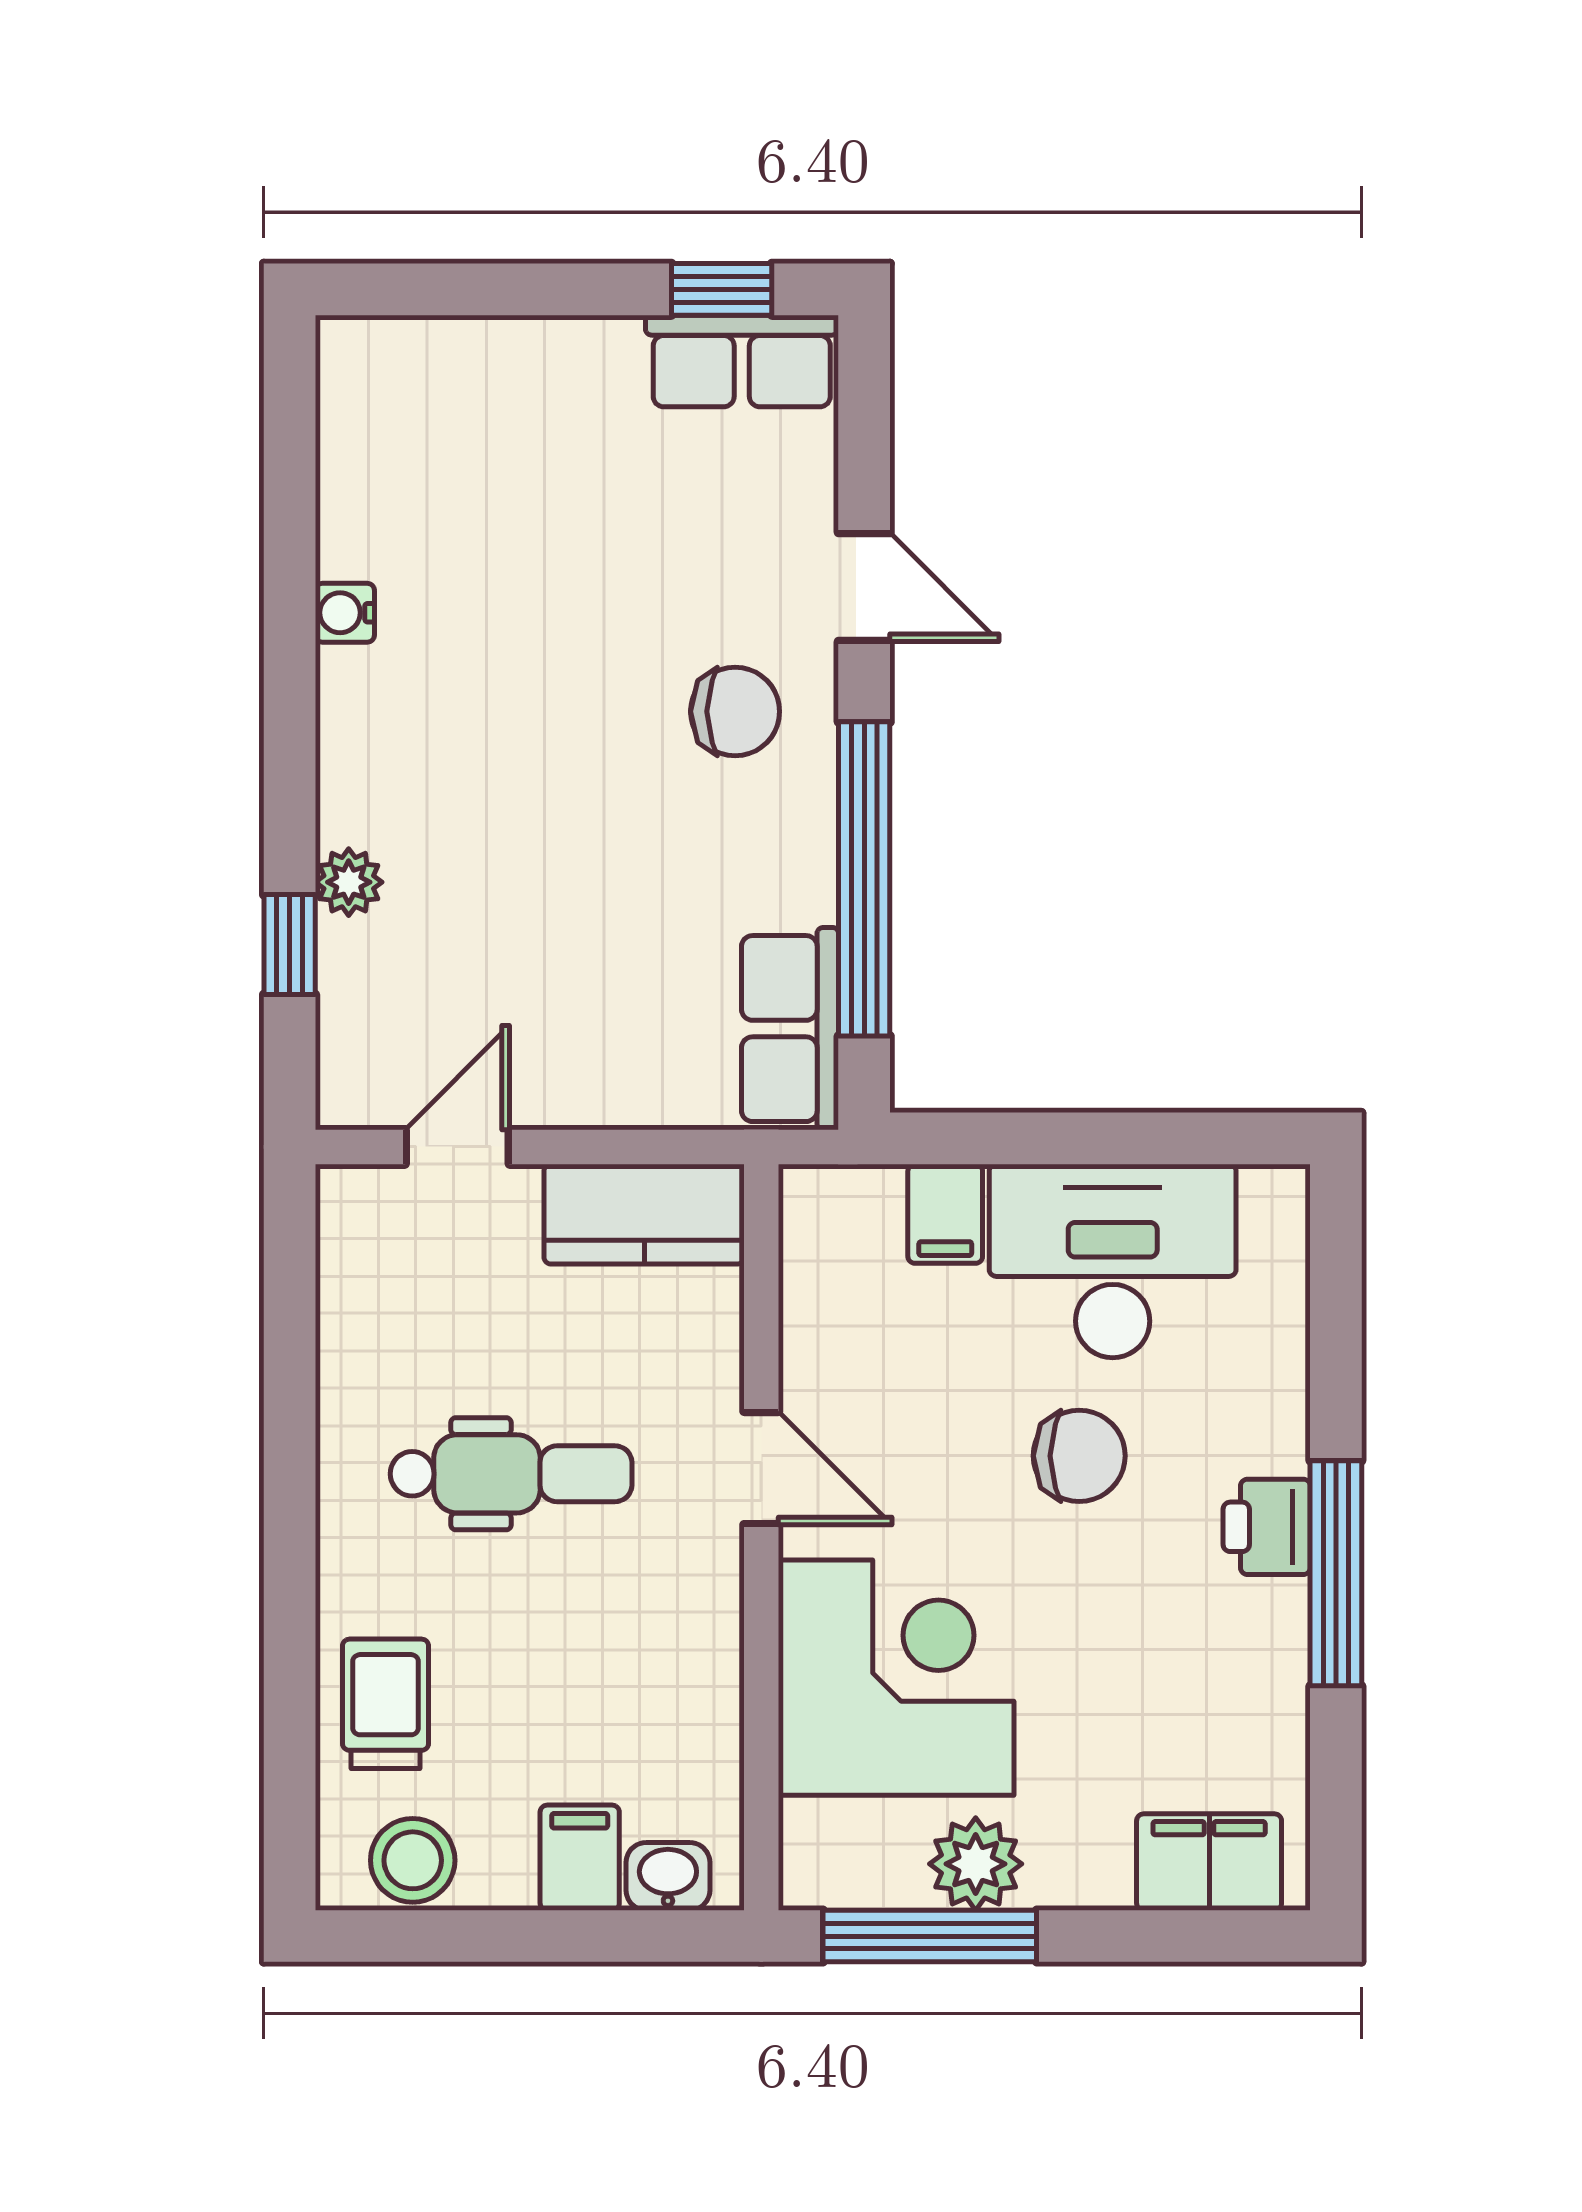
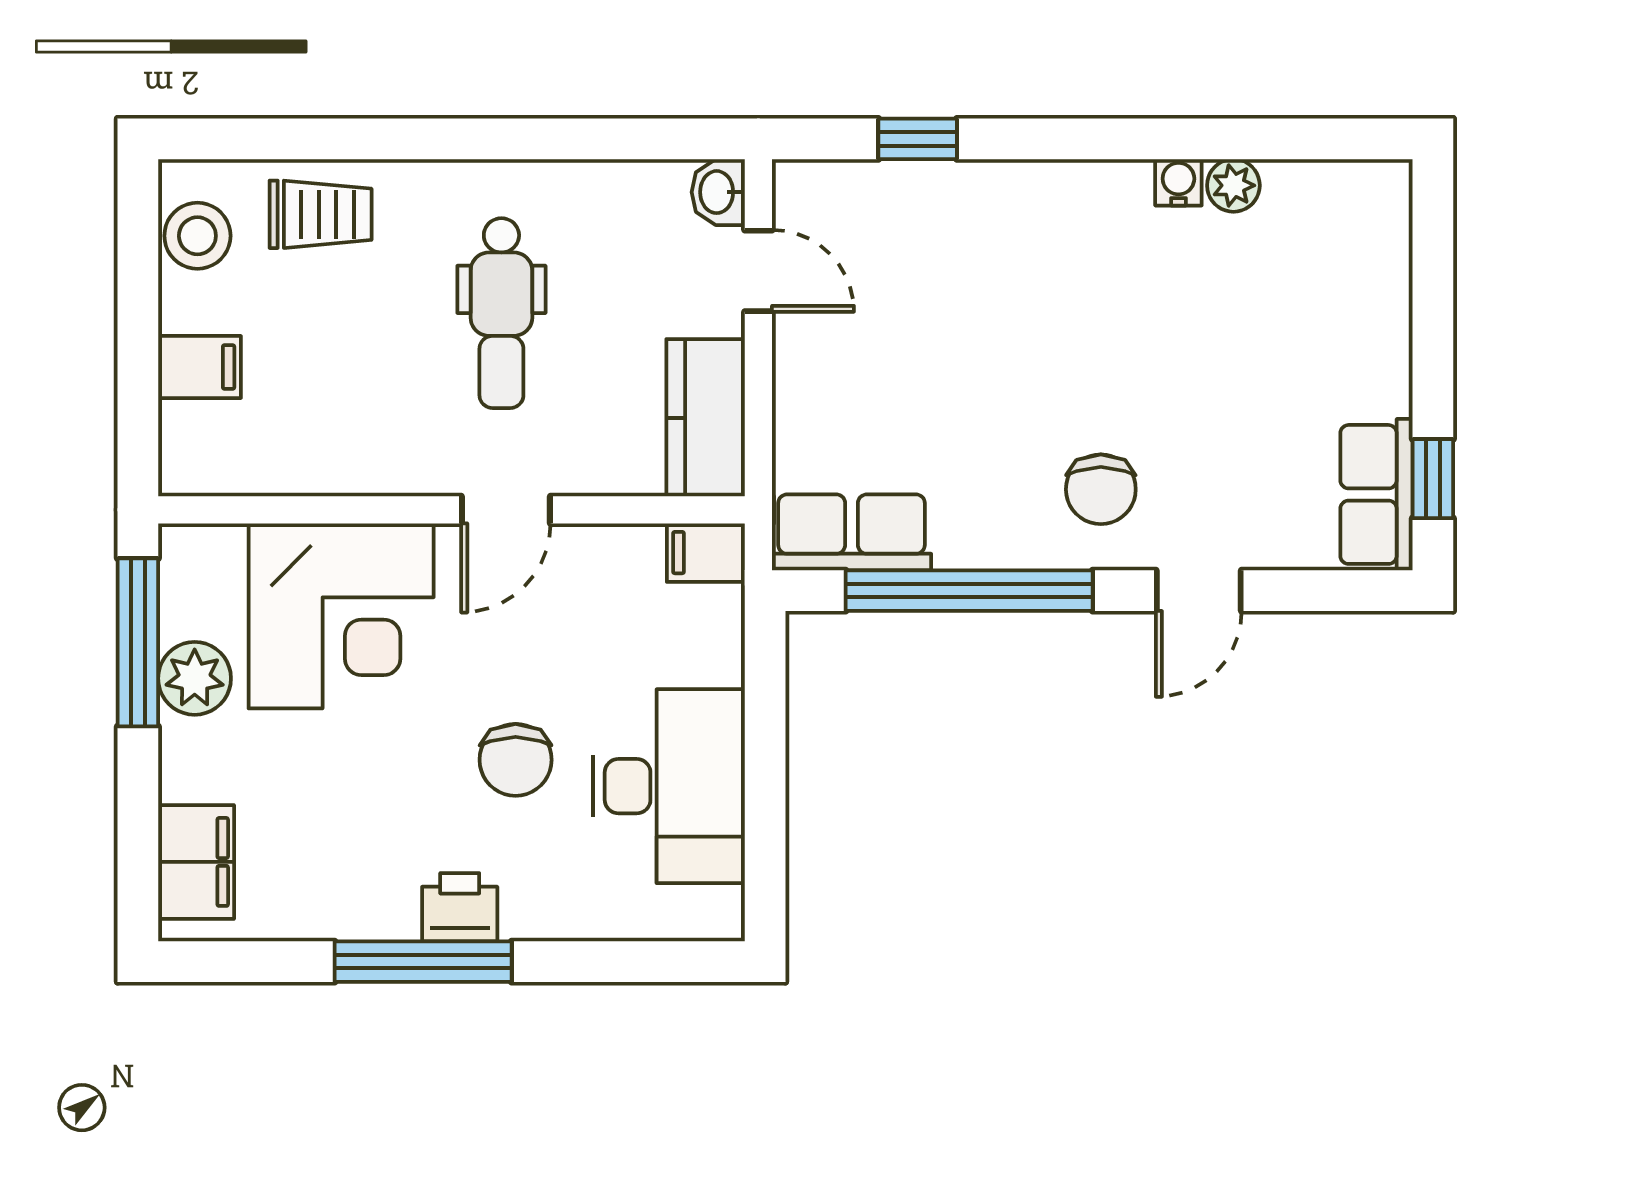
plant: (349, 882) -> (1233, 185), moved
filing cabinet: (945, 1214) -> (706, 553), moved
washbasin: (668, 1876) -> (718, 192), moved, turned 180

